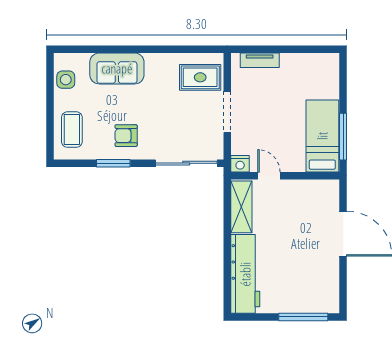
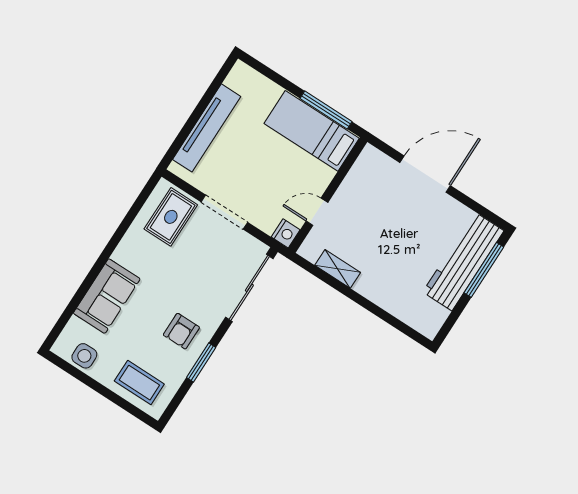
tv unit: (260, 60) -> (207, 128), width x1.92, depth x1.29
shelving: (241, 207) -> (338, 269), width x0.67, depth x0.75
workbench: (245, 274) -> (463, 261), moved, turned -90

